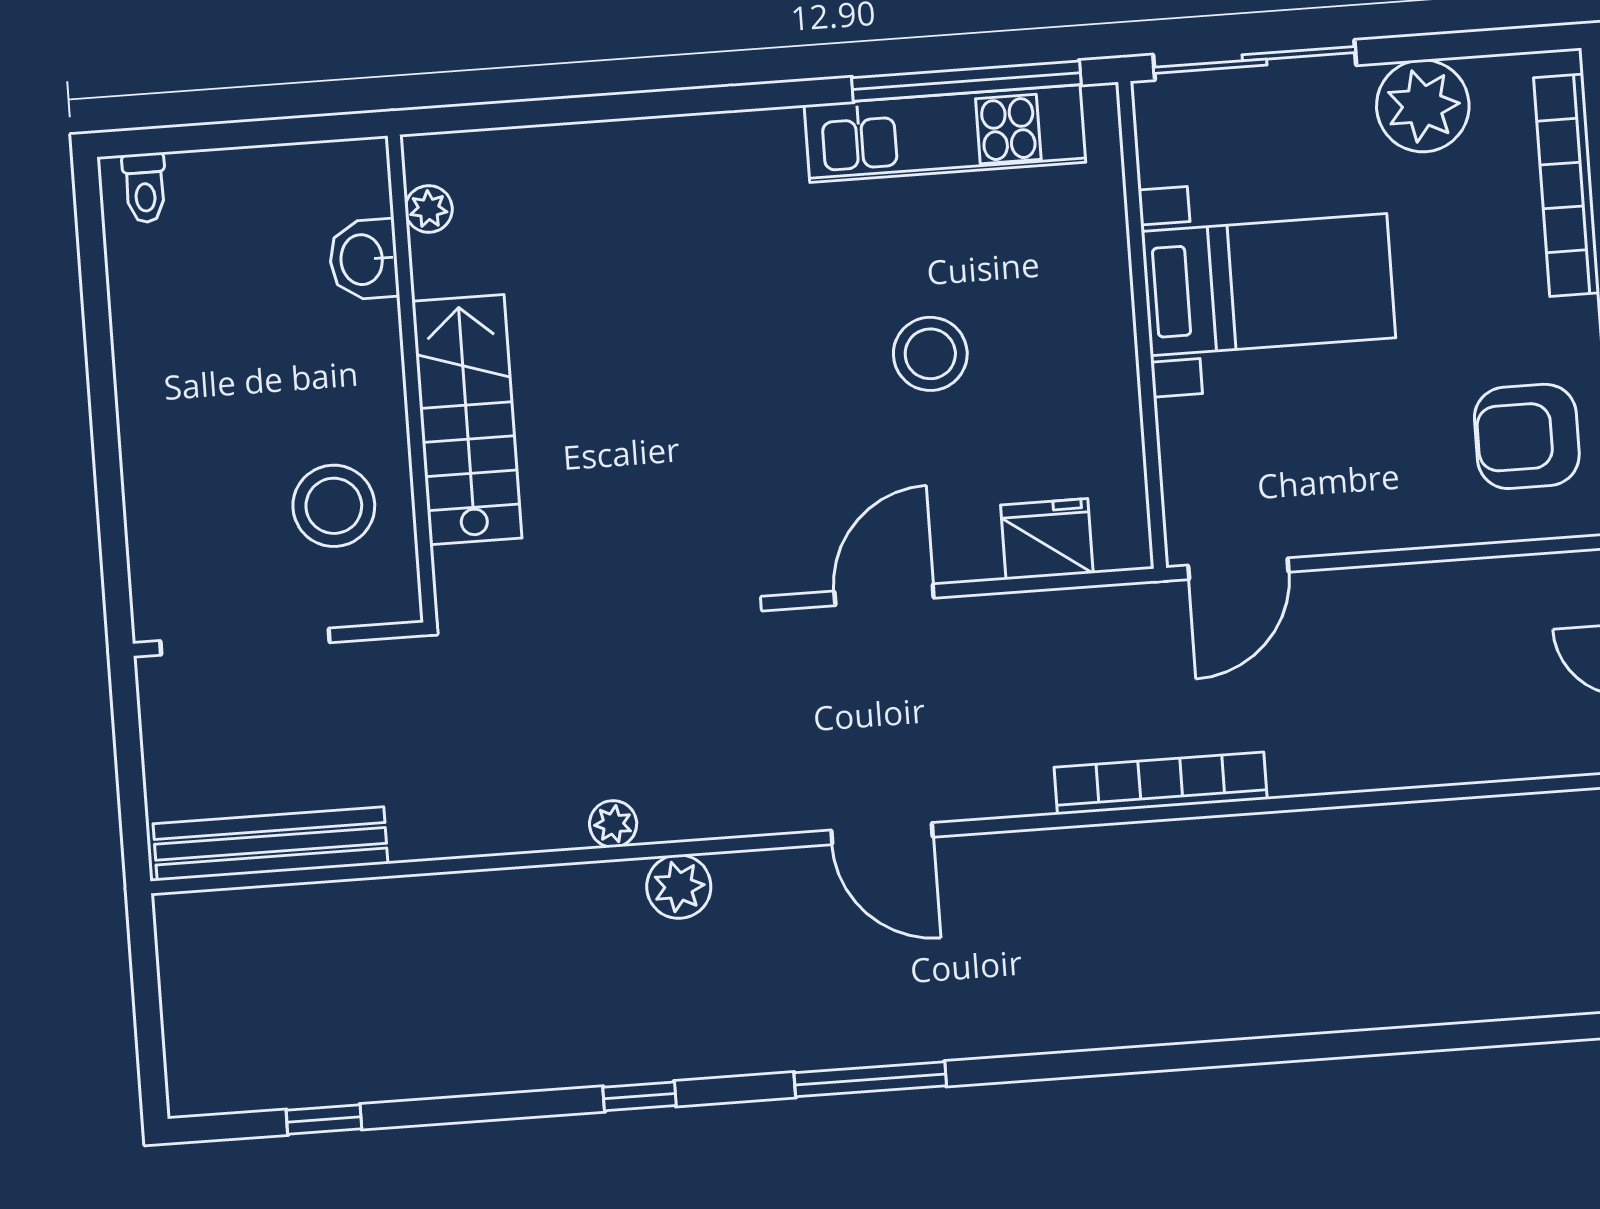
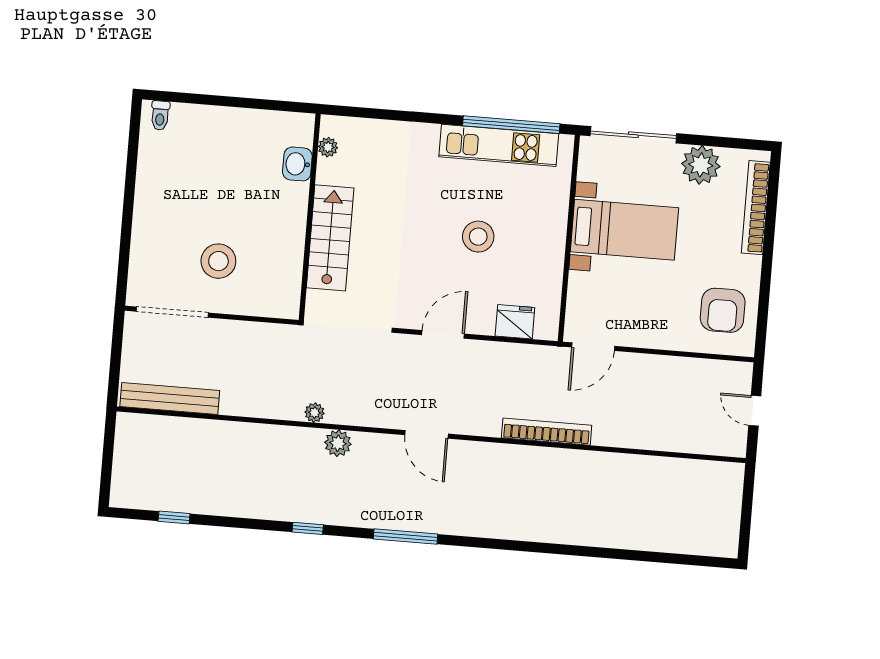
plant: (429, 209) -> (328, 147), moved
washbasin: (364, 259) -> (297, 164), moved
wall: (412, 379) -> (310, 217), moved
stairs: (467, 420) -> (330, 238), moved
armchair: (1527, 436) -> (723, 310), turned -90

